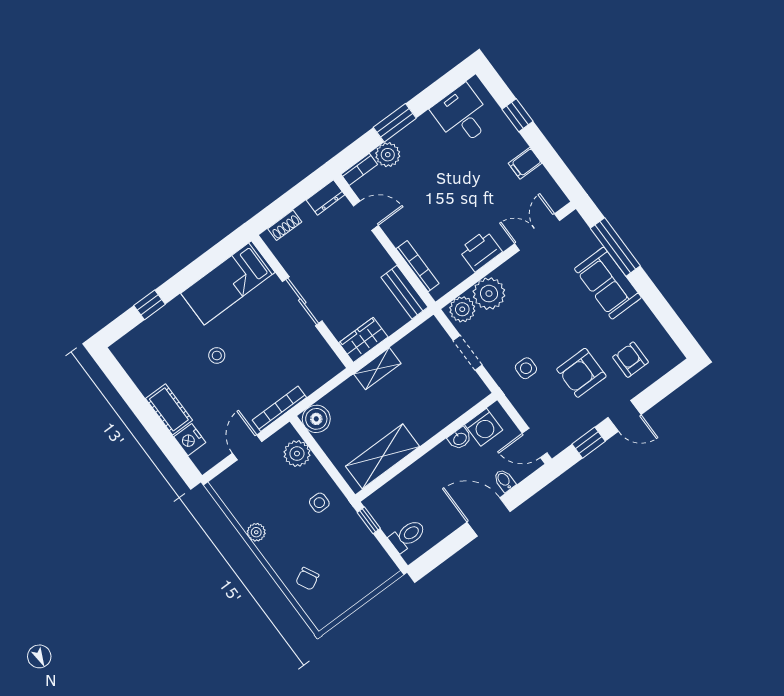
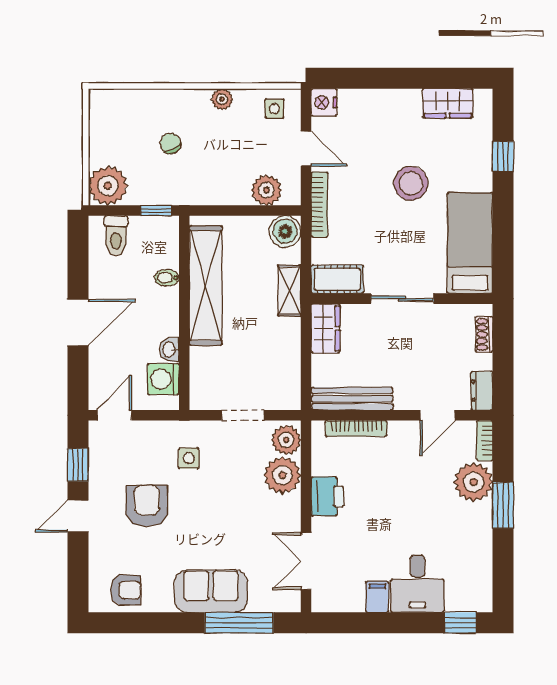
desk: (462, 115) -> (418, 584), moved, turned 90
window: (518, 115) -> (460, 623), moved
plant: (388, 155) -> (474, 482), width x1.36, depth x1.36
double door: (537, 232) -> (306, 561), swing flipped
bench: (405, 292) -> (352, 399), width x1.36
stool: (217, 355) -> (411, 183), width x1.89, depth x1.89
armchair: (630, 360) -> (126, 590), moved
shelving: (377, 369) -> (289, 290), moved
wardrobe: (141, 372) -> (448, 103), added
cot: (169, 409) -> (337, 279), moved
nightstand: (190, 440) -> (324, 102), moved, turned -90
shelving: (383, 456) -> (206, 286), width x1.47
bidet: (504, 480) -> (167, 278), moved, turned 180
side table: (319, 503) -> (274, 109), moved
plant: (377, 567) -> (108, 186), added
chair: (307, 579) -> (170, 143), moved

